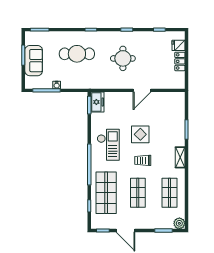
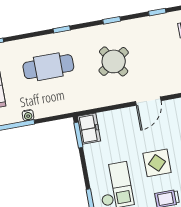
round table: (123, 58) -> (114, 61), turned -33

